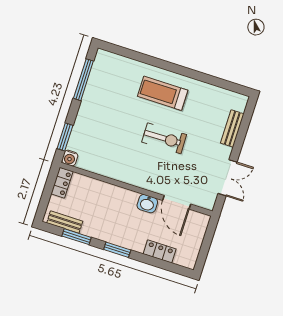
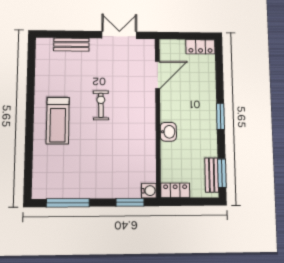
exercise bike: (164, 138) -> (101, 105), width x0.73, depth x0.72
washbasin: (147, 204) -> (168, 132), moved
window: (77, 237) -> (222, 173), moved
locker: (160, 251) -> (200, 47), moved, turned -90

